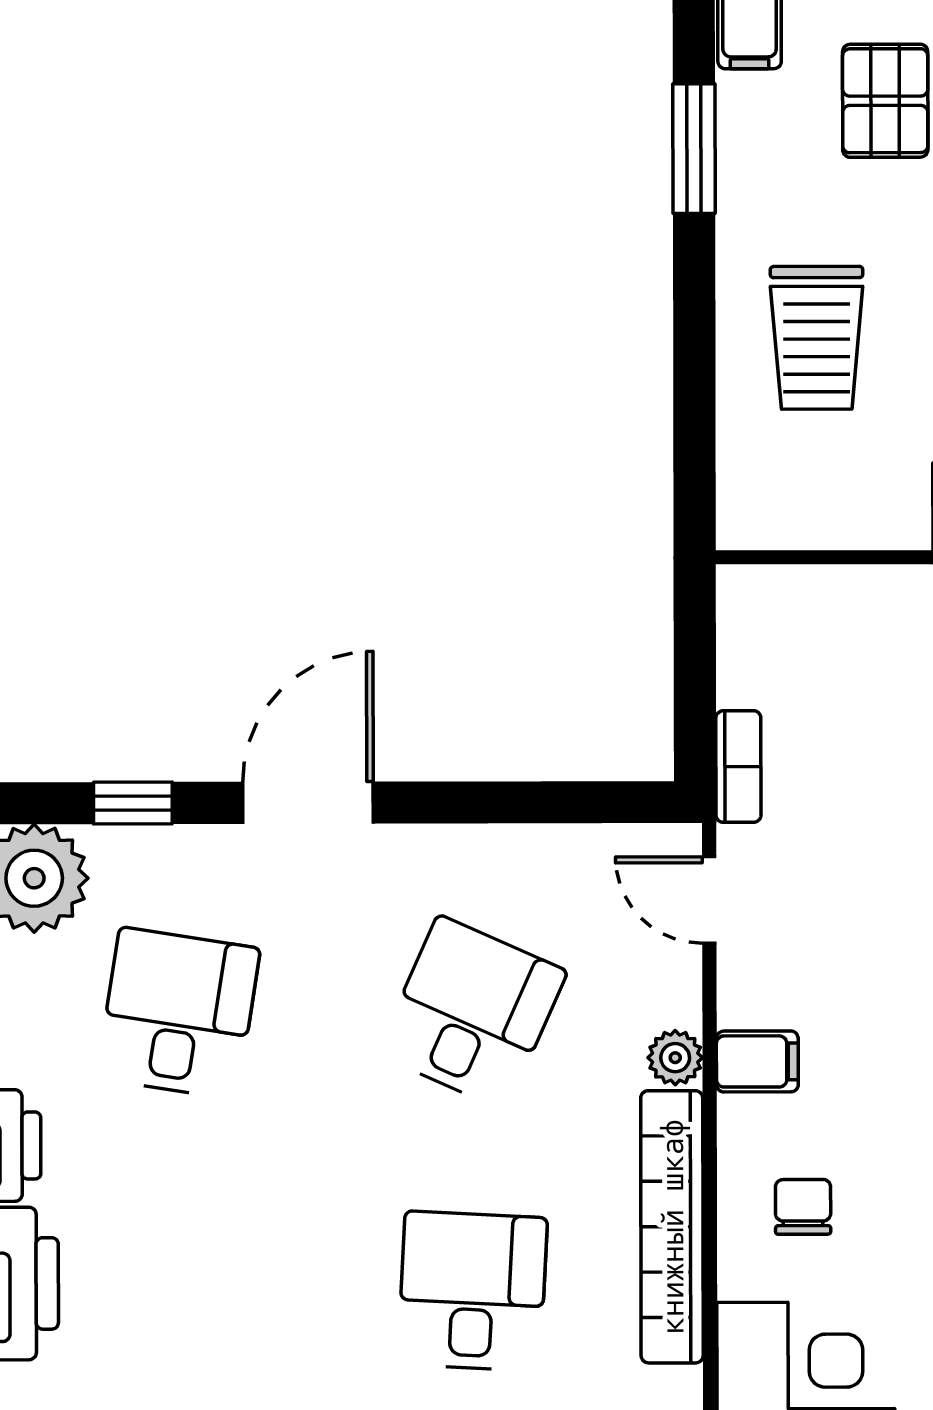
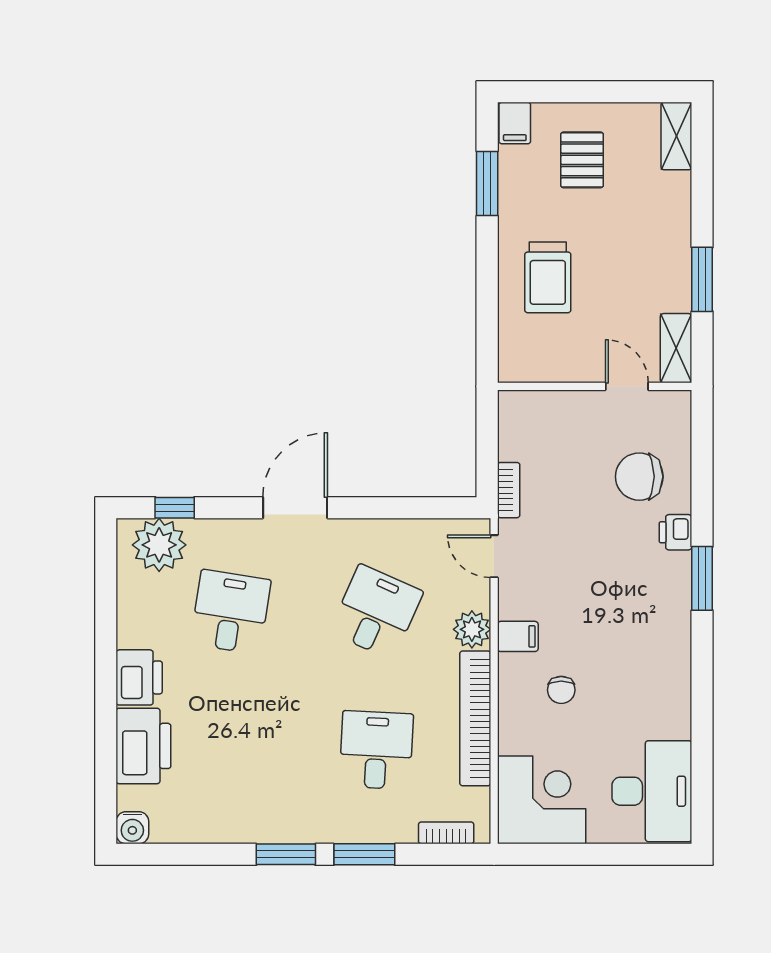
window: (133, 803) -> (175, 508), moved
plant: (675, 1058) -> (472, 629), width x1.38, depth x1.38
chair: (803, 1207) -> (561, 690), moved, turned 180

